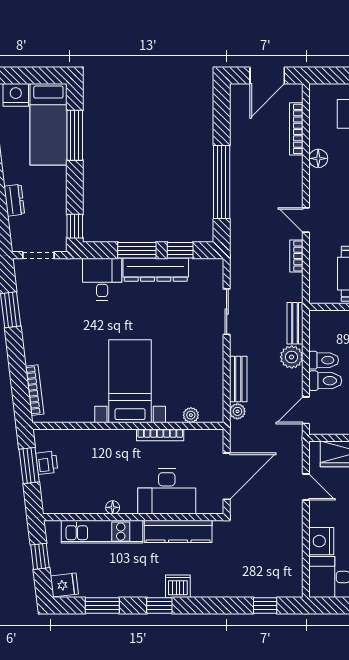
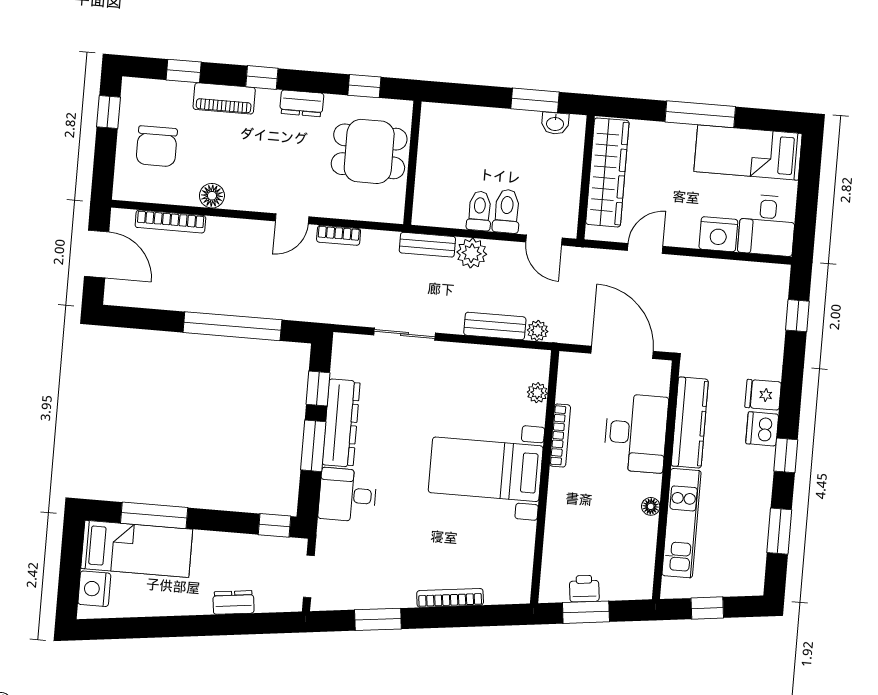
bookcase: (35, 390) -> (450, 598), moved
fridge: (64, 585) -> (763, 395), moved, turned -83

